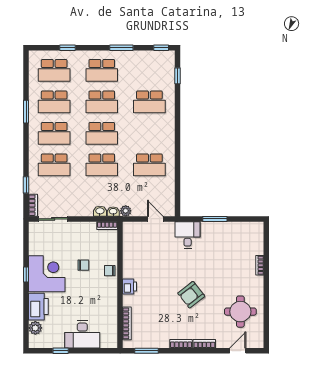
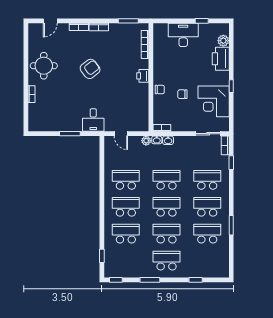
school desk: (54, 70) -> (126, 207), moved
corner desk: (47, 274) -> (214, 101), moved
round table: (240, 312) -> (44, 66), moved

